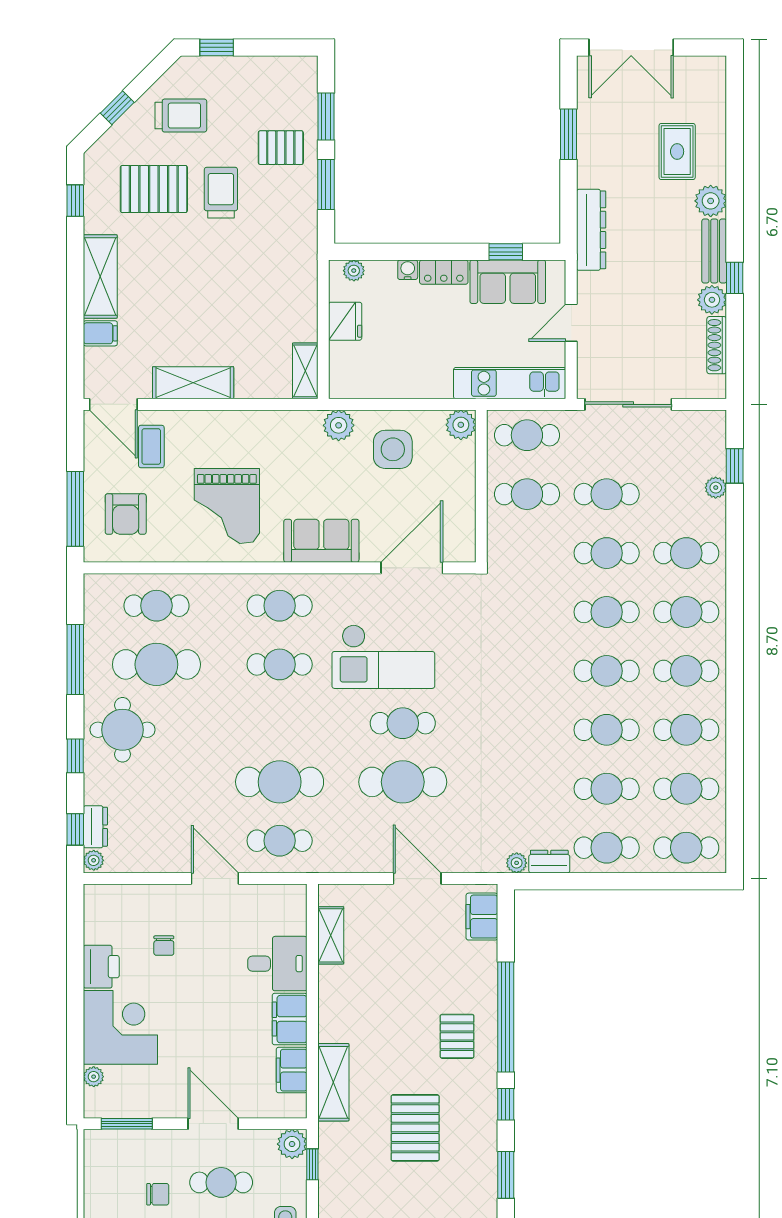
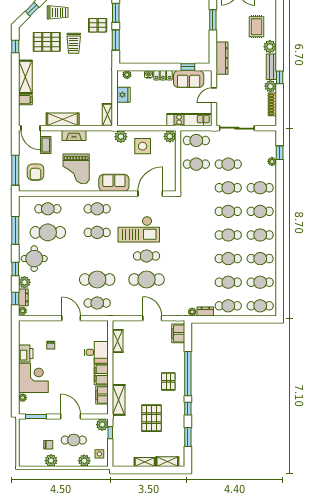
trolley: (221, 193) -> (74, 43), turned 180
fireplace: (222, 423) -> (74, 135), added
plant: (98, 789) -> (24, 282), added

